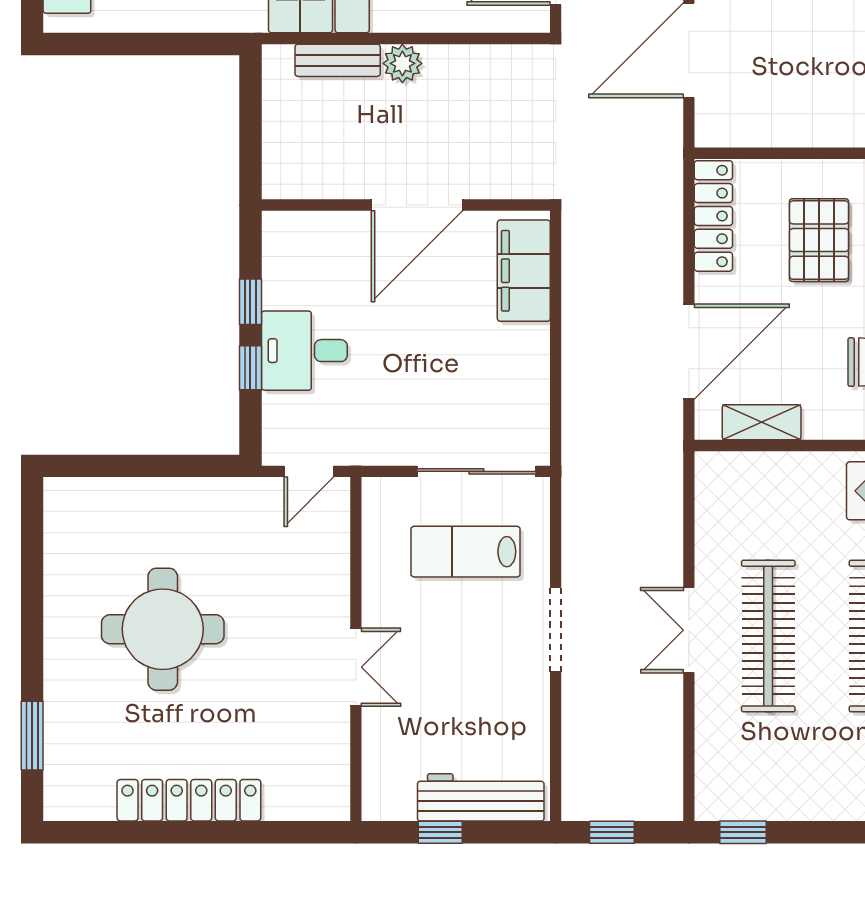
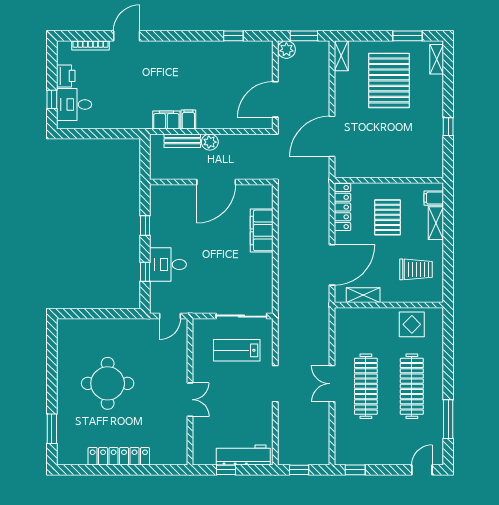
wall: (406, 205) -> (211, 182), moved
door: (417, 205) -> (216, 182), moved
window: (250, 302) -> (145, 226), moved

